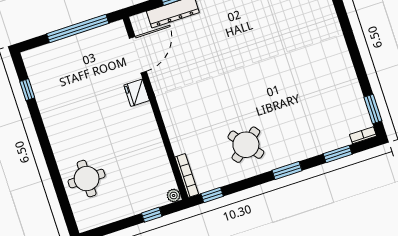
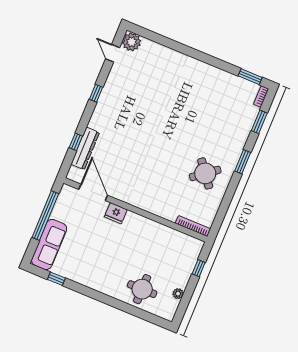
sofa: (54, 55) -> (49, 244), added
plant: (174, 195) -> (178, 294), moved
window: (212, 195) -> (218, 221), removed

